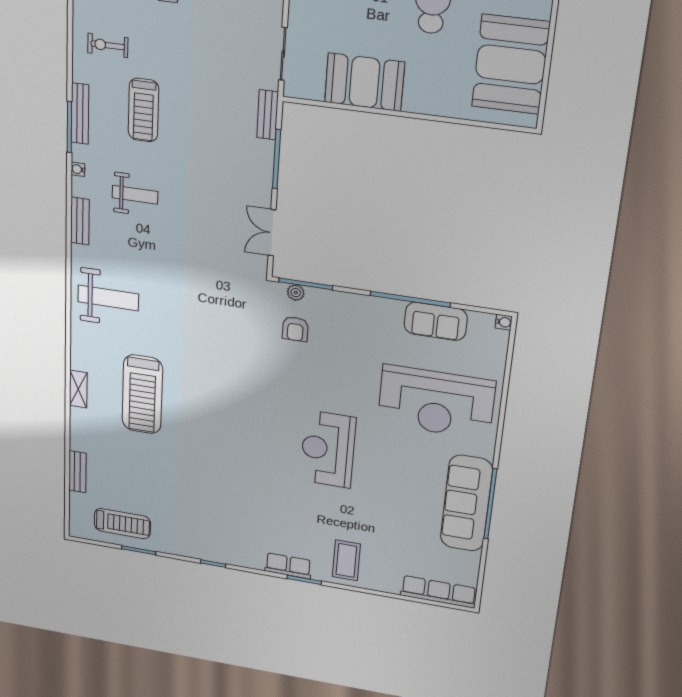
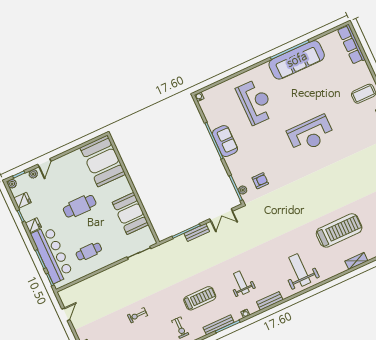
booth: (511, 64) -> (103, 161), moved, turned 90
bench: (268, 115) -> (197, 232), moved
sofa: (436, 321) -> (225, 141), moved
reception desk: (436, 402) -> (255, 102), width x0.74, depth x0.77

